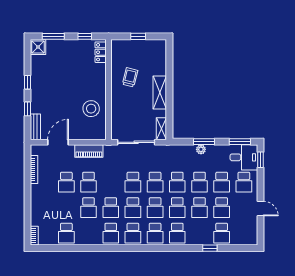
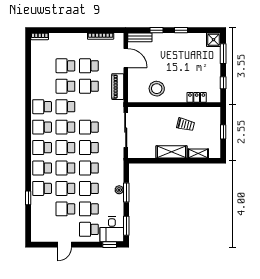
locker: (101, 52) -> (197, 97), moved
shelving: (161, 129) -> (198, 153), moved
school desk: (66, 233) -> (65, 66), moved
school desk: (222, 233) -> (42, 188), moved

